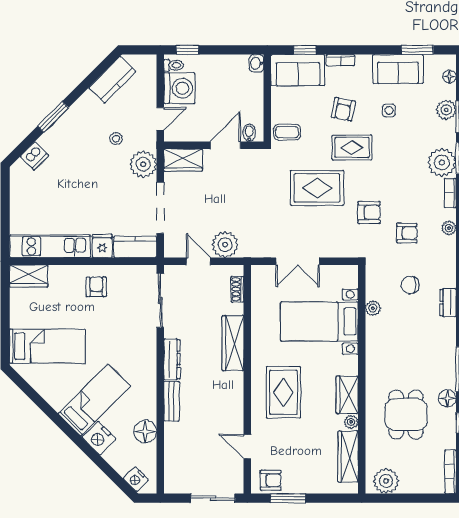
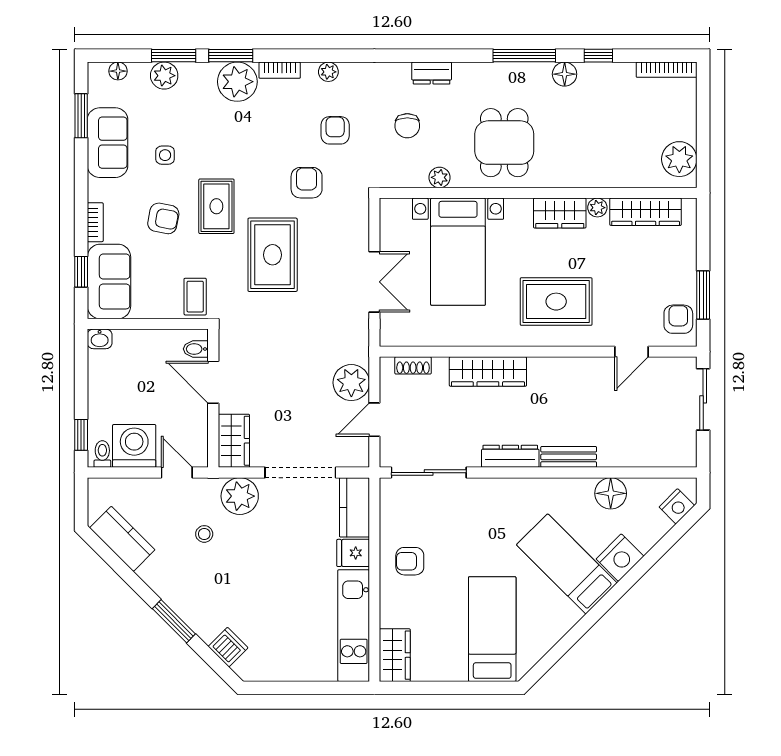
dining table: (406, 415) -> (504, 143), moved, turned 90

